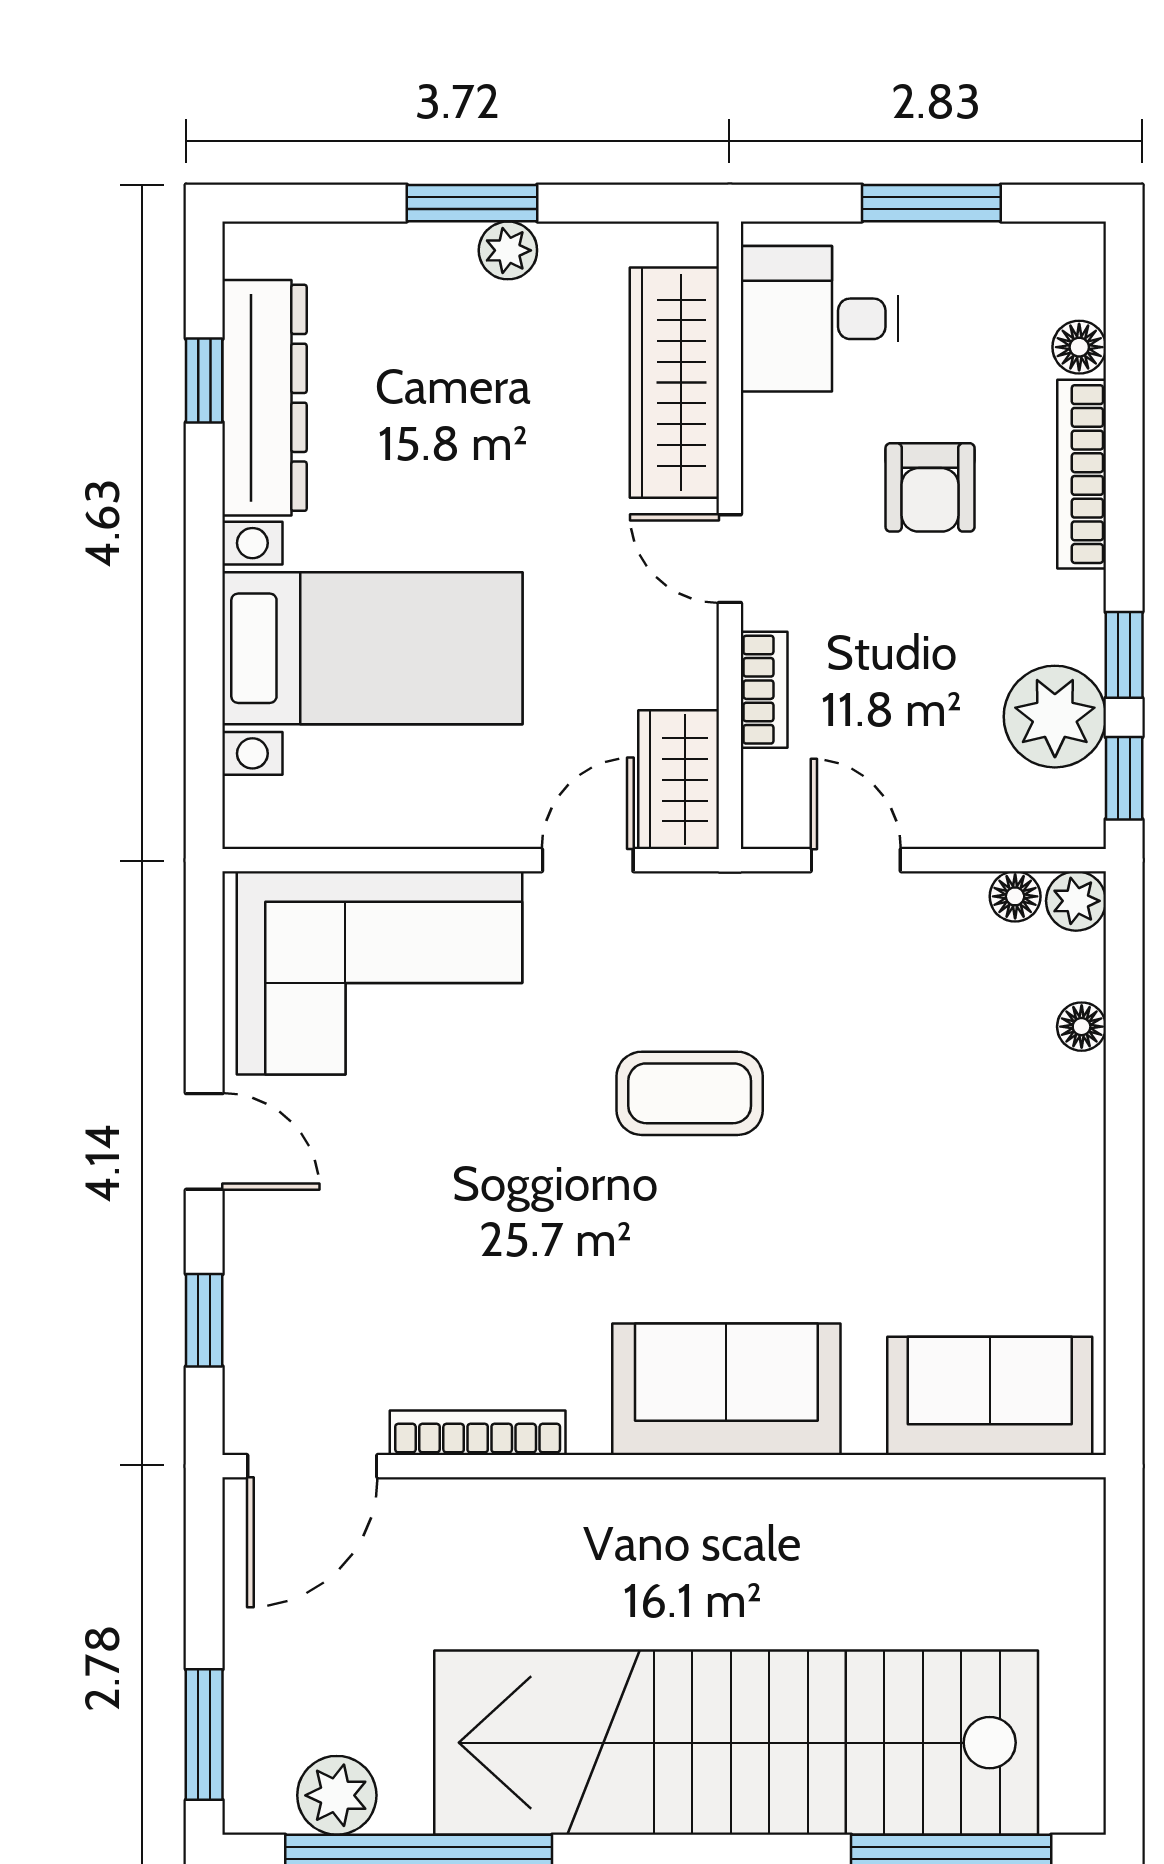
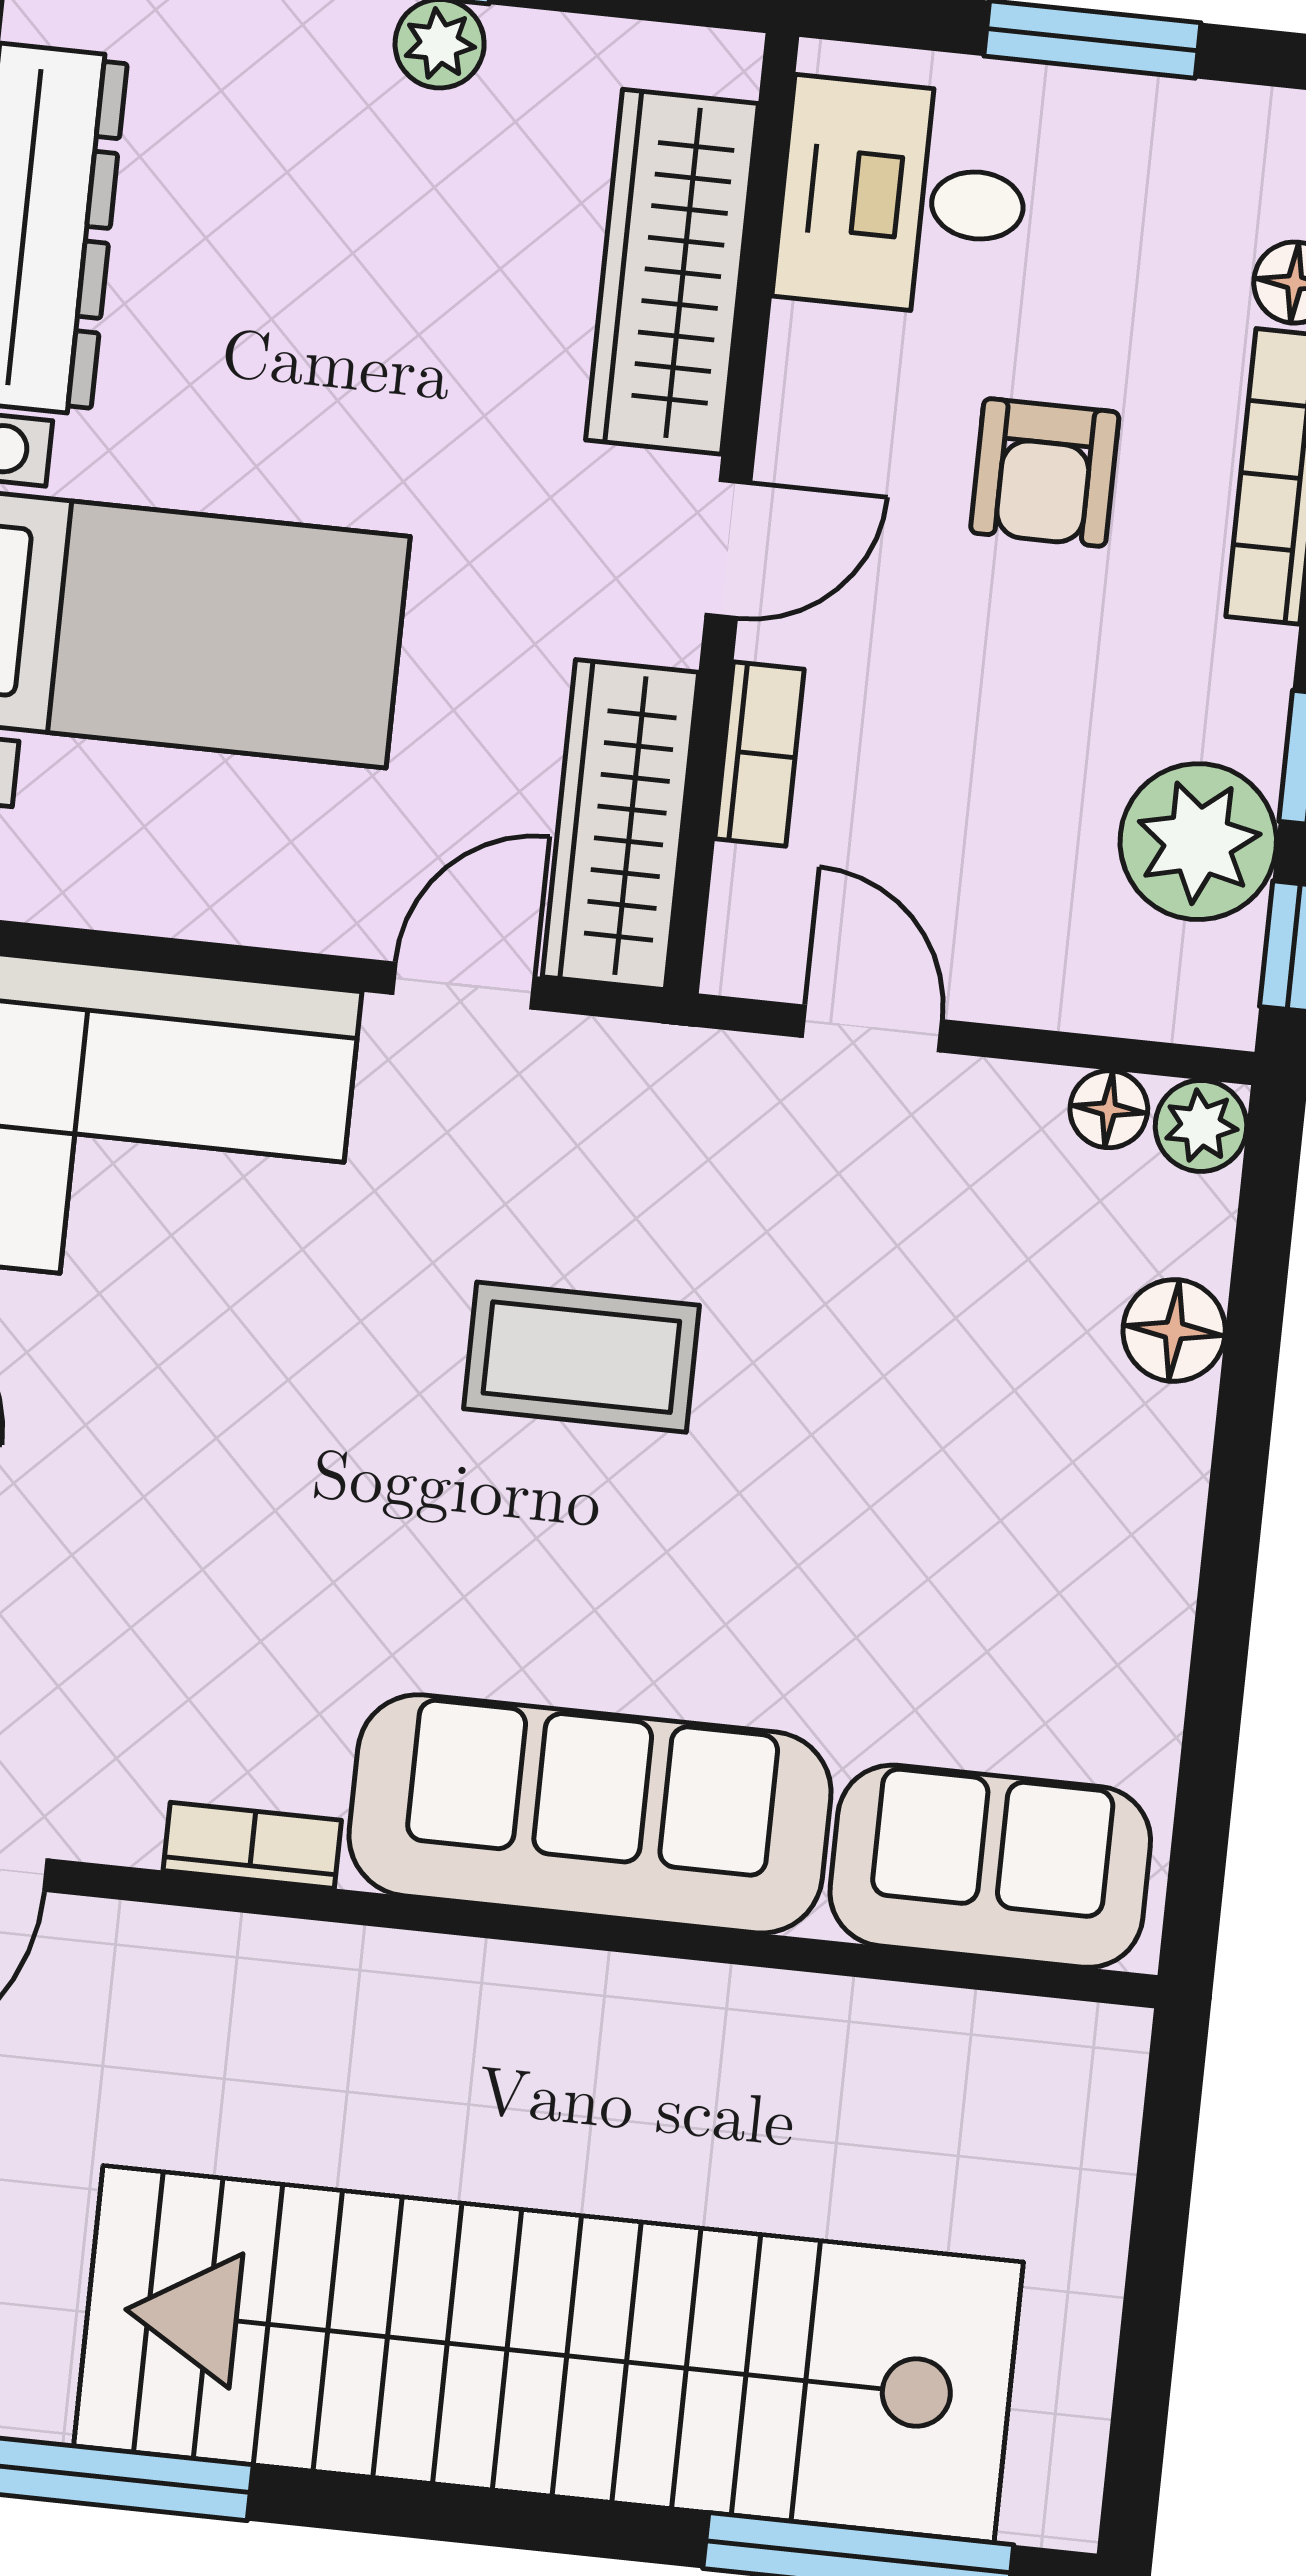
door: (730, 559) -> (728, 549), swing flipped
wardrobe: (679, 780) -> (620, 825), width x1.50
floor lamp: (1082, 1027) -> (1174, 1330), width x1.37, depth x1.37
sofa: (726, 1389) -> (590, 1814), width x1.36
bookcase: (478, 1433) -> (252, 1845), width x0.64

